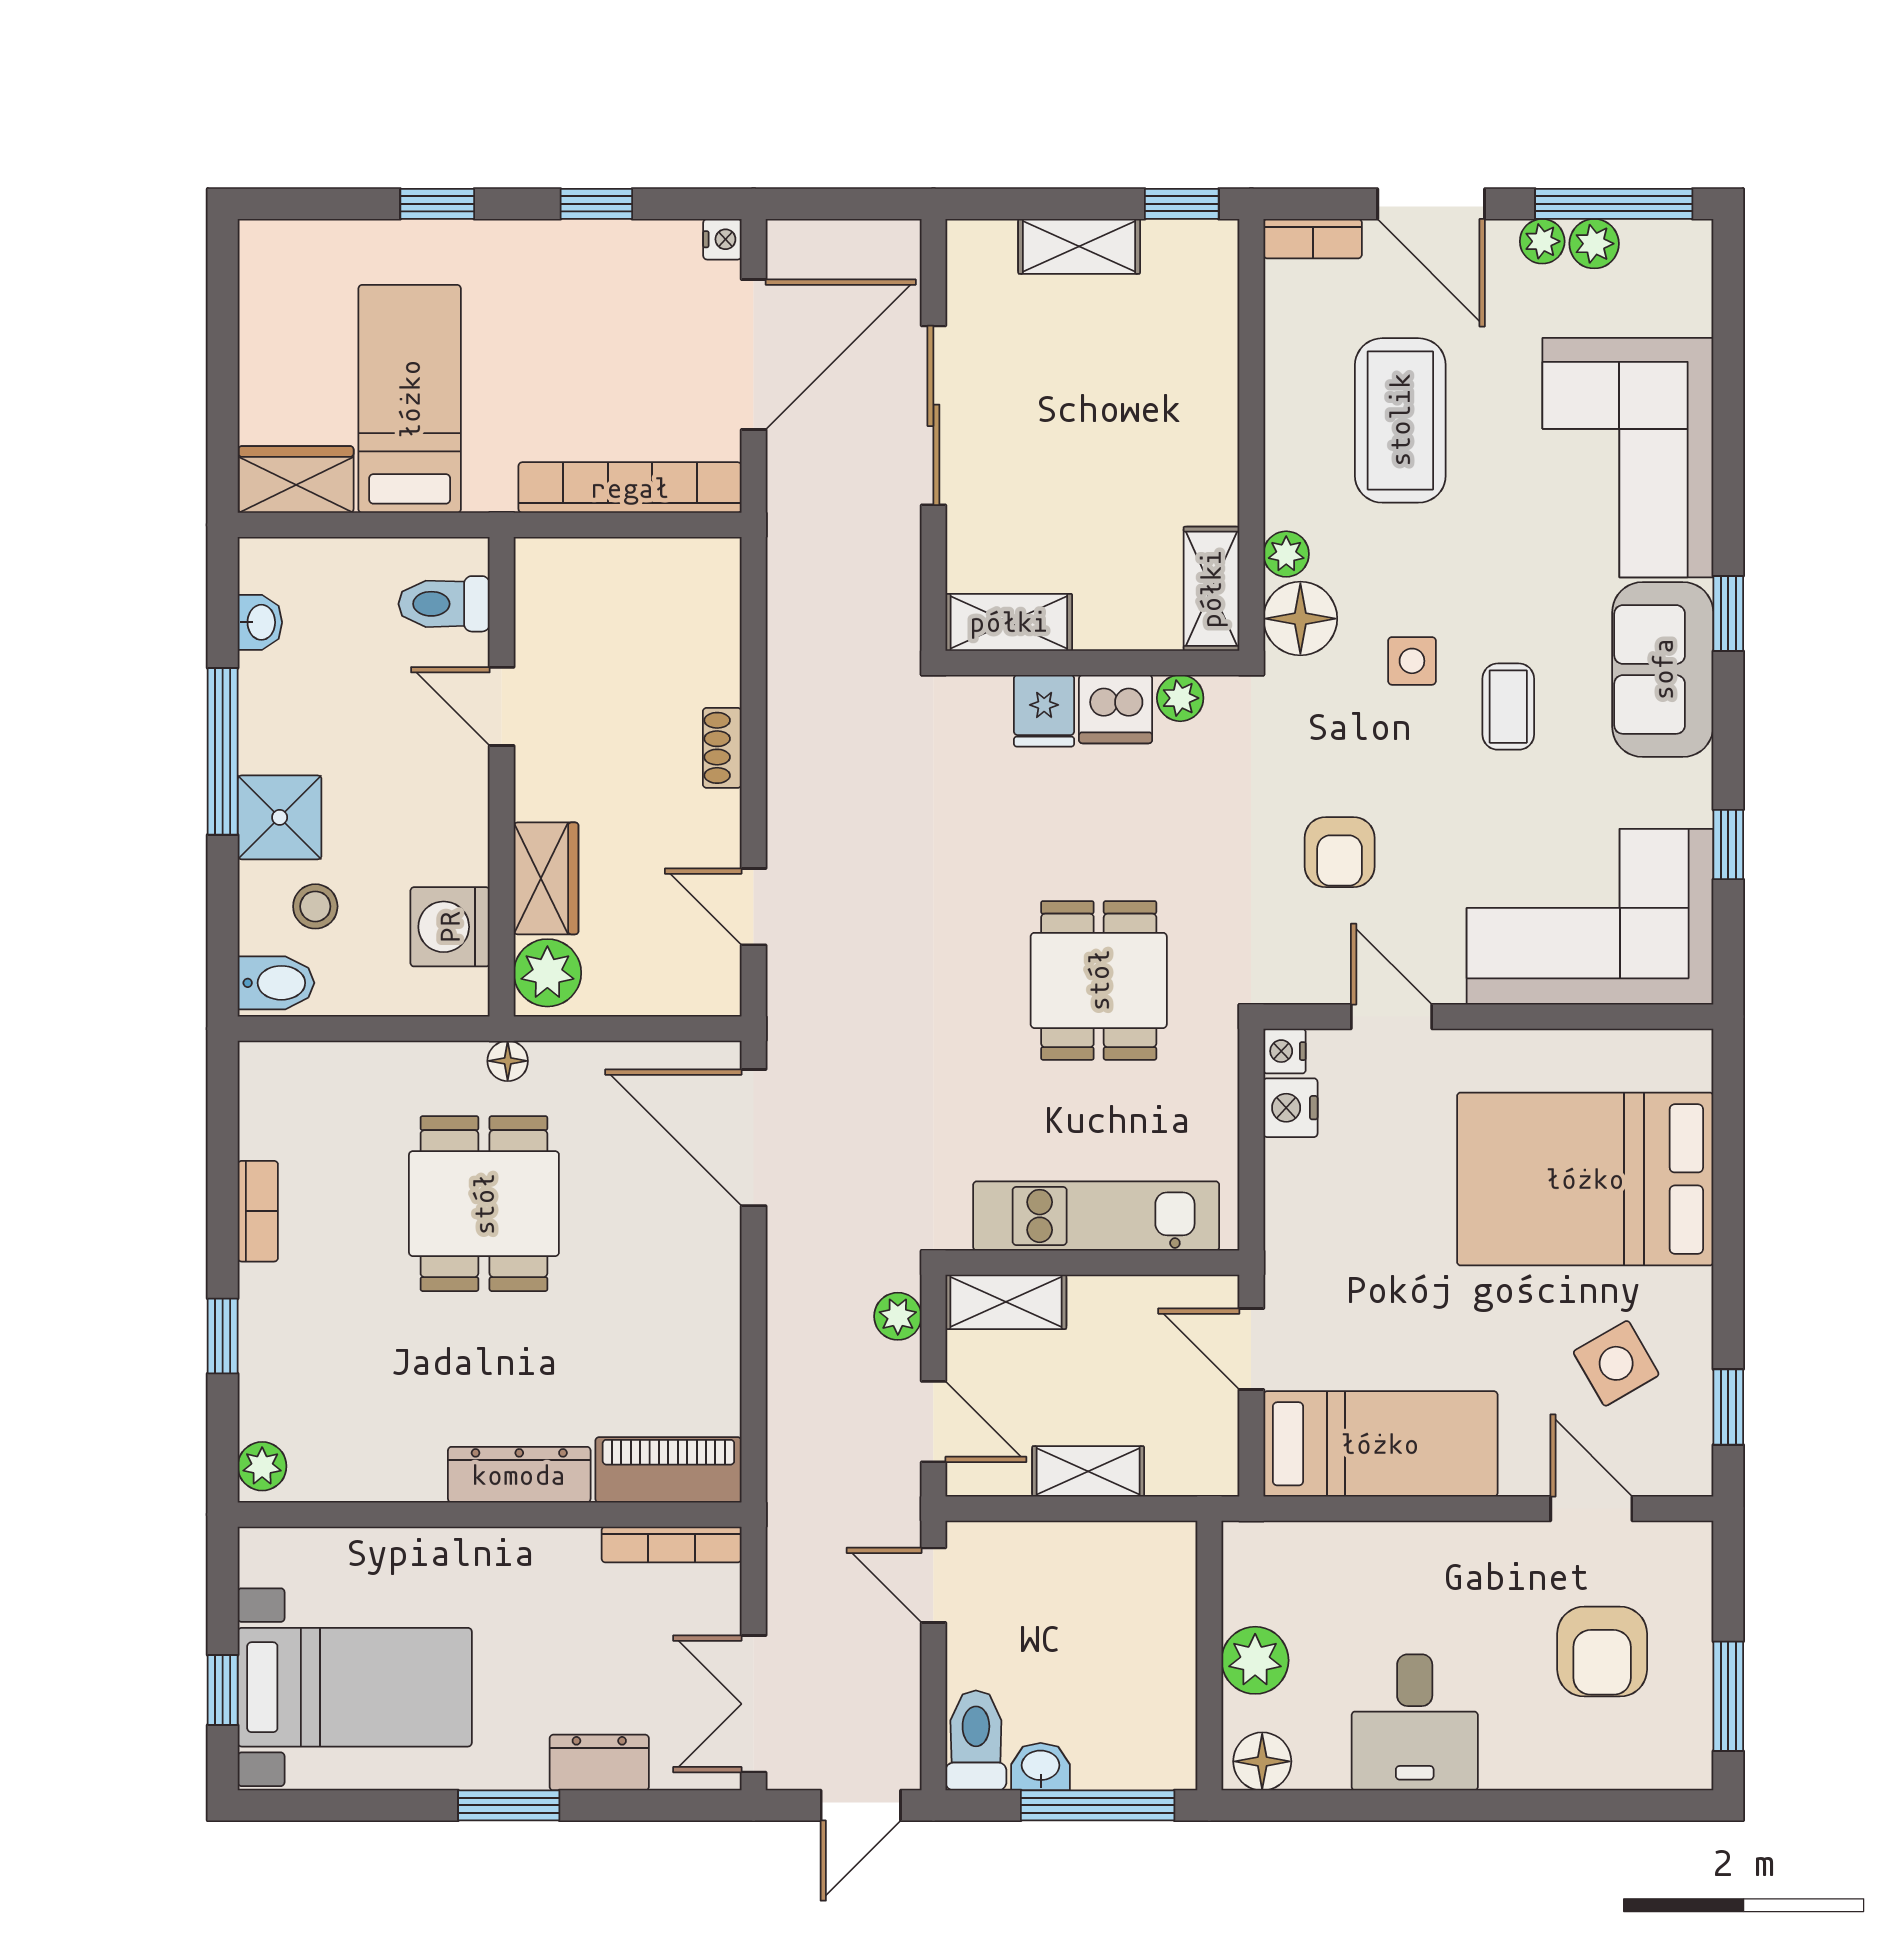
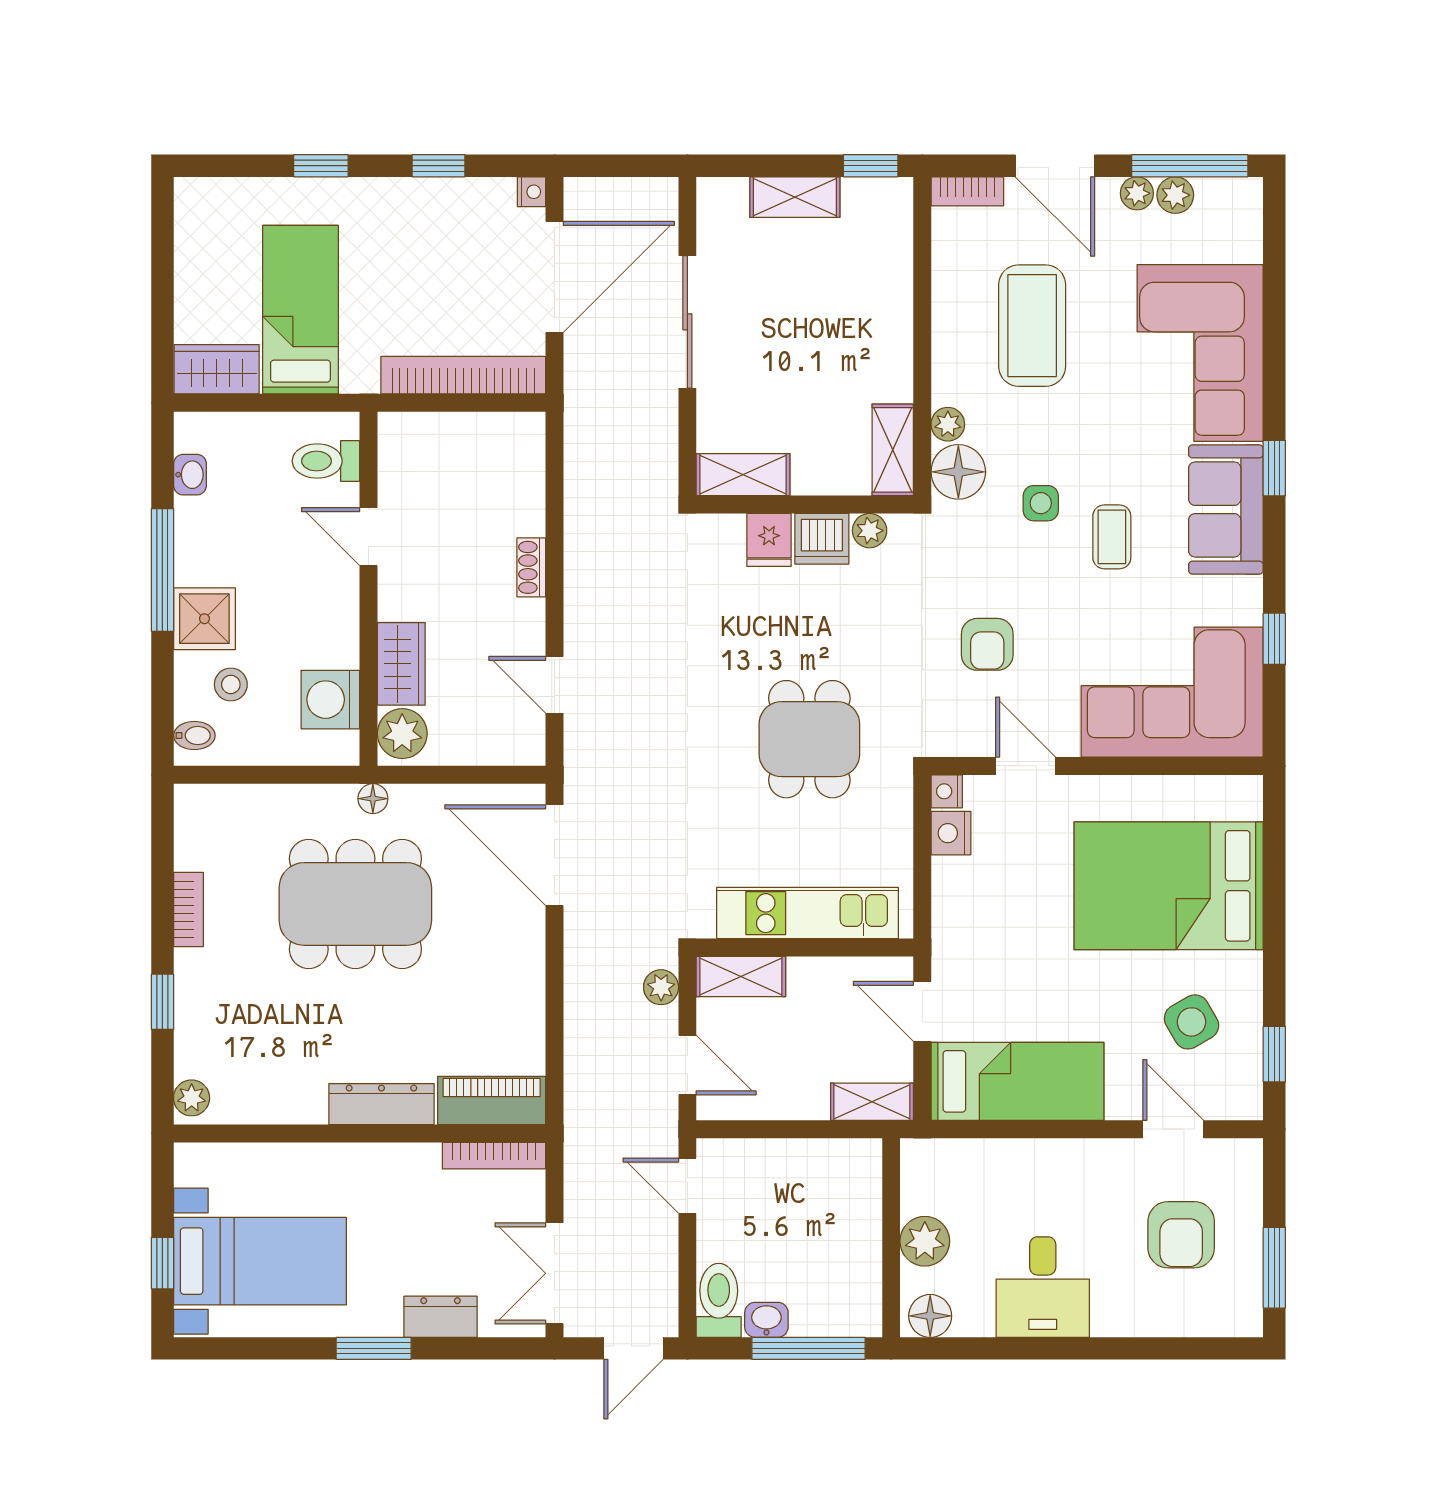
bidet: (276, 983) -> (194, 735), width x0.72, depth x0.74
dining table: (484, 1204) -> (355, 904), width x1.37
shelving: (1088, 1471) -> (872, 1102), moved

